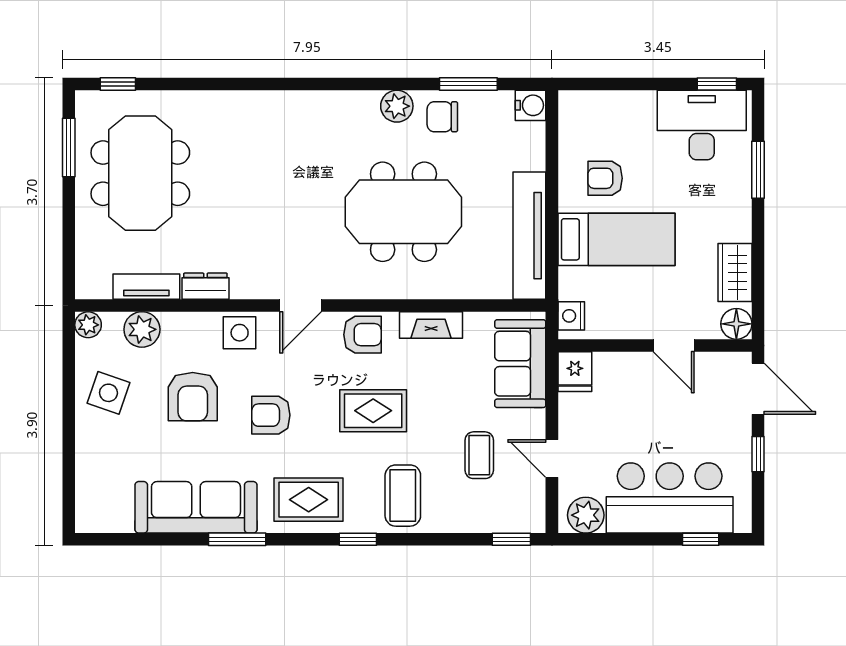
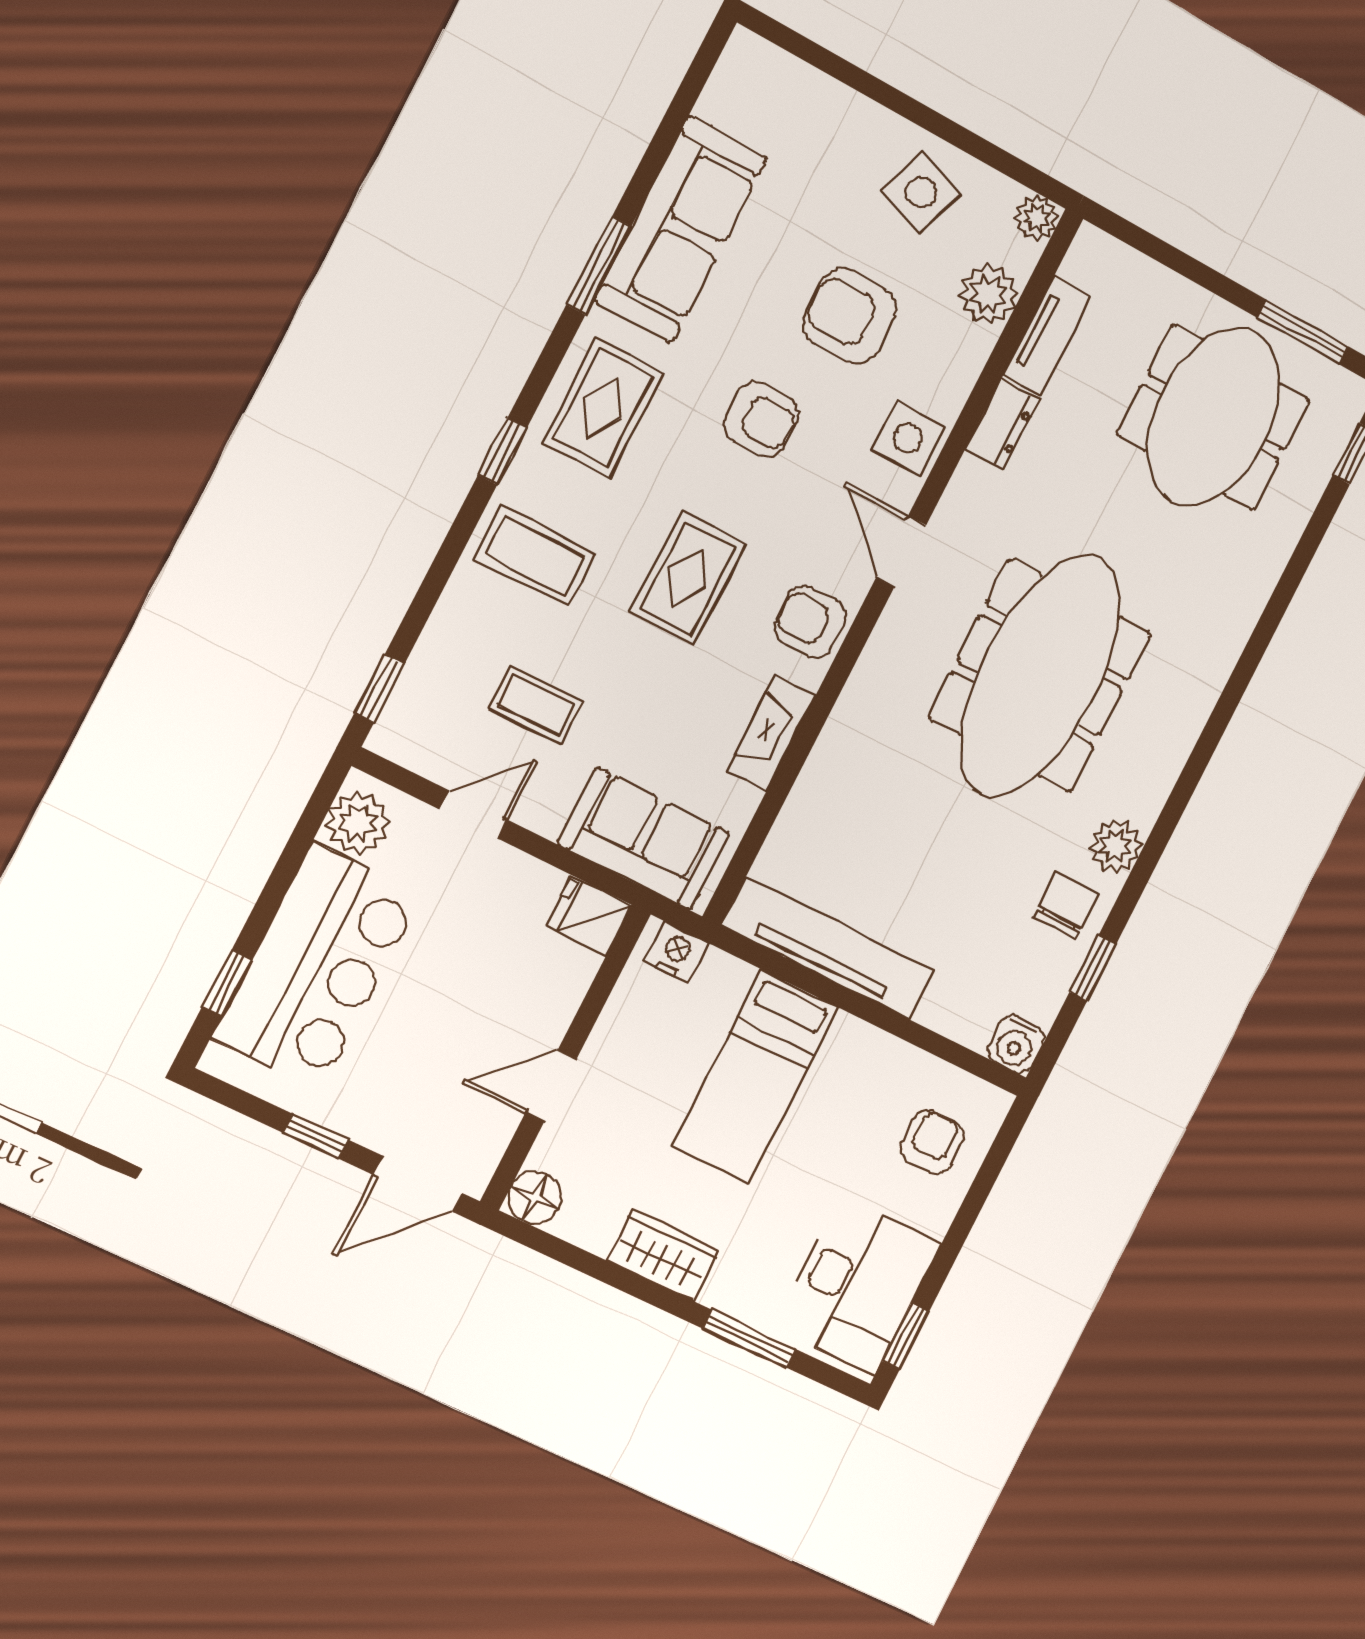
window: (468, 84) -> (1093, 968), width x0.67
meeting table: (140, 173) -> (1214, 417), turned 90
armchair: (605, 178) -> (932, 1142), moved
meeting table: (403, 212) -> (1040, 676), moved, width x1.36
wardrobe: (735, 272) -> (663, 1255), moved
armchair: (362, 335) -> (810, 622), turned 90
armchair: (271, 415) -> (761, 419), turned 90

